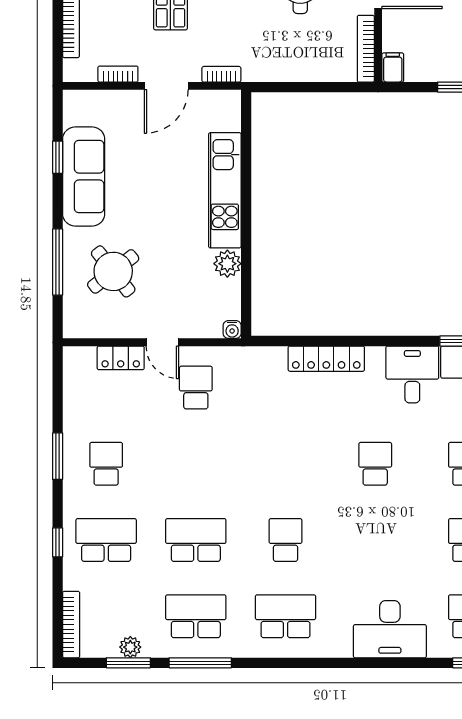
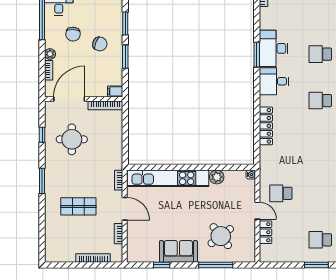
sofa: (84, 177) -> (178, 251), width x0.73
kitchen unit: (225, 190) -> (168, 178), width x1.36
door: (162, 342) -> (257, 211), hinge flipped

